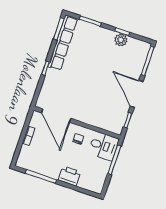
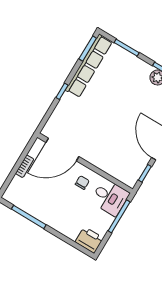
door: (56, 116) -> (62, 149), hinge flipped
printer: (69, 176) -> (89, 240), moved

